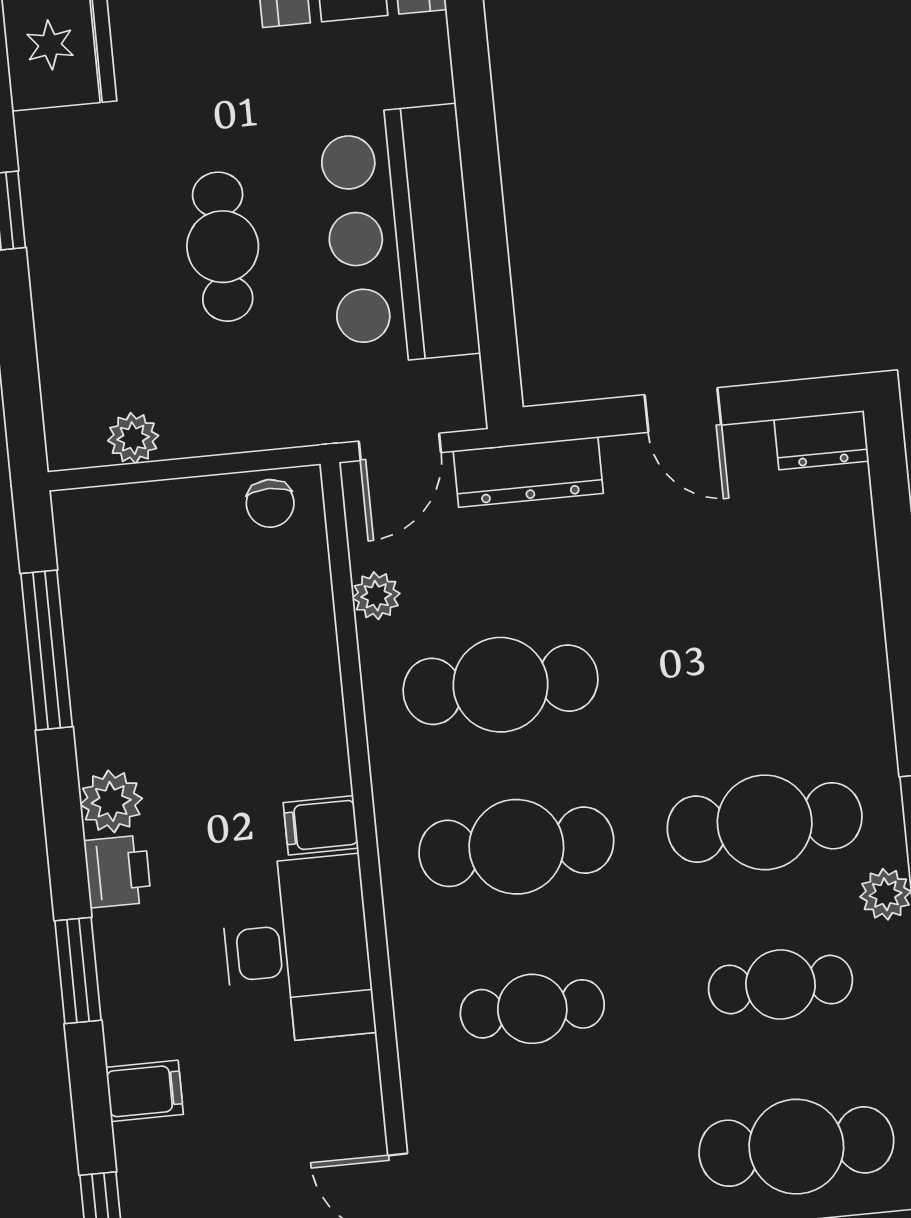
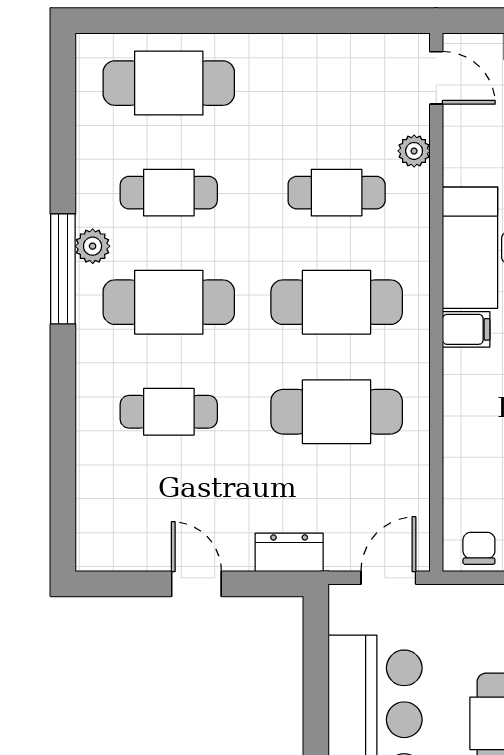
dresser: (821, 440) -> (106, 554), removed
dresser: (528, 472) -> (289, 552), width x0.70
plant: (376, 596) -> (414, 151), moved
cafe table: (749, 660) -> (169, 412), added

